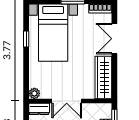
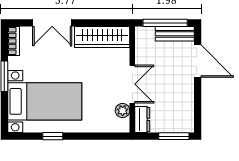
plant: (34, 93) -> (123, 110), moved

